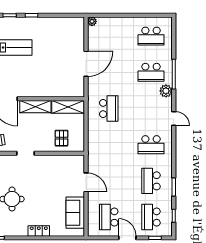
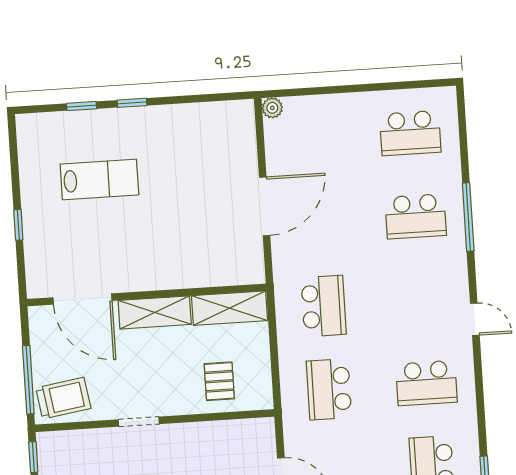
plant: (166, 91) -> (453, 257), removed
school desk: (109, 145) -> (329, 389), added

